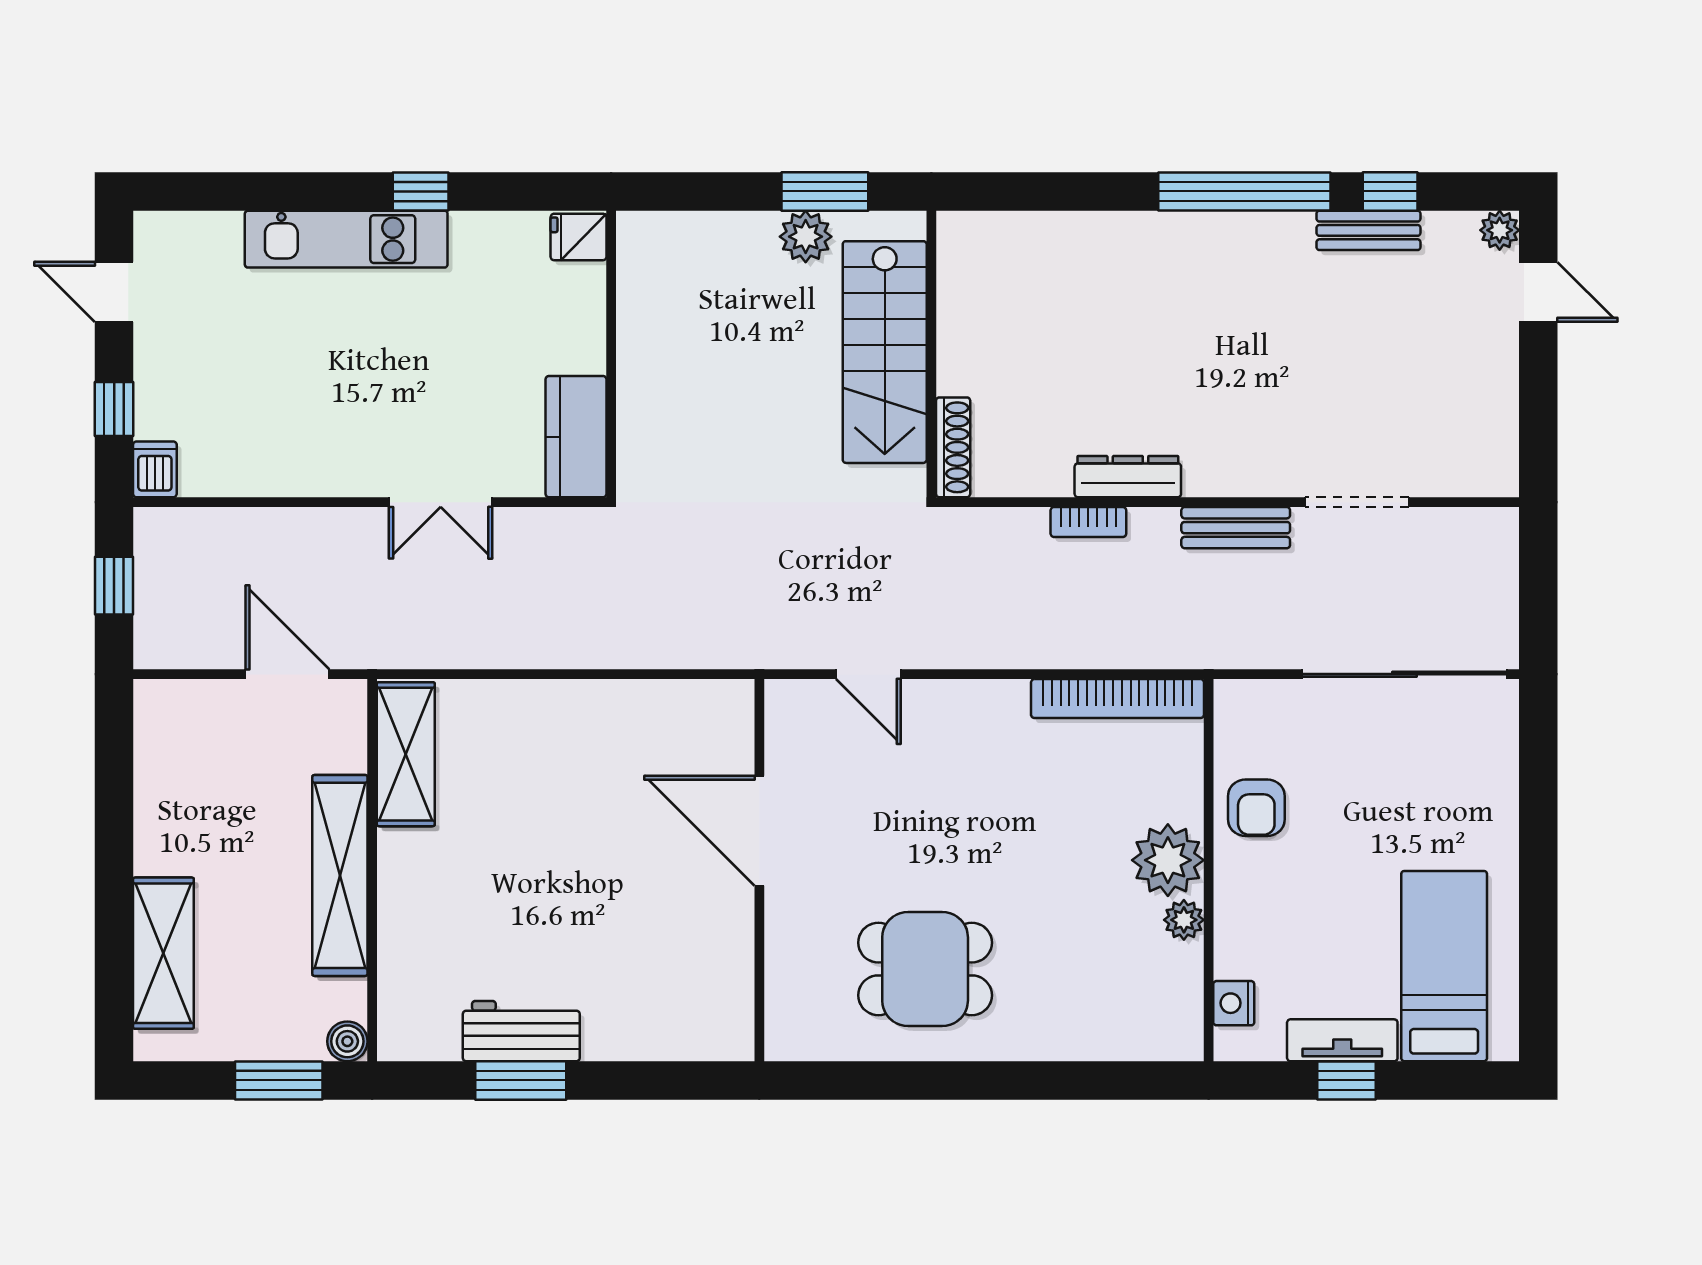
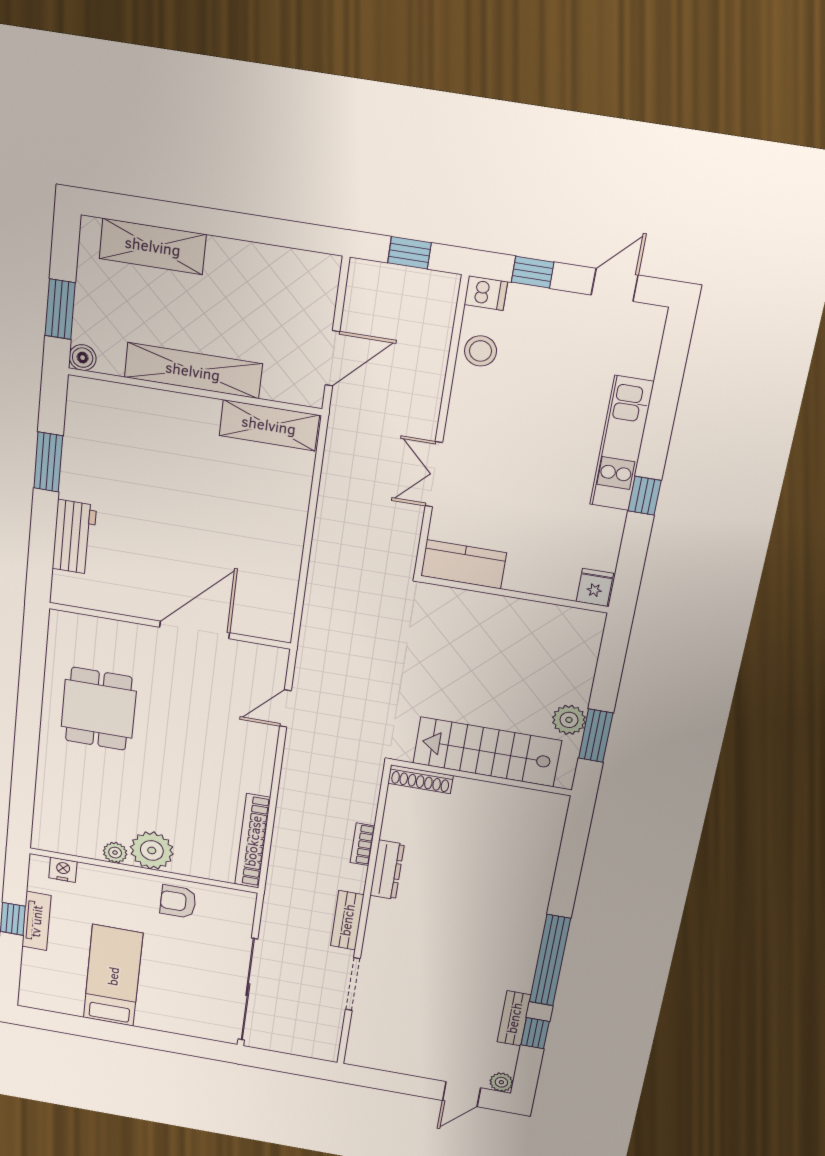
stool: (241, 464) -> (480, 351), added
bed: (1444, 966) -> (113, 976), moved, turned -90
workbench: (521, 1031) -> (74, 537), moved

